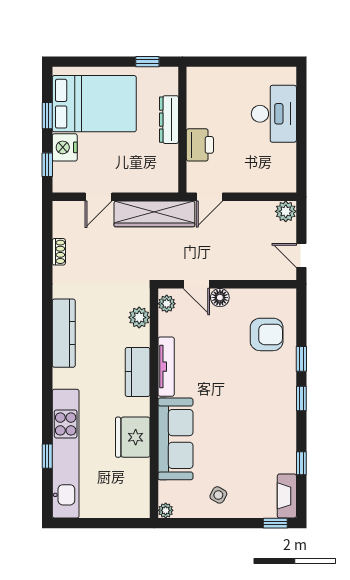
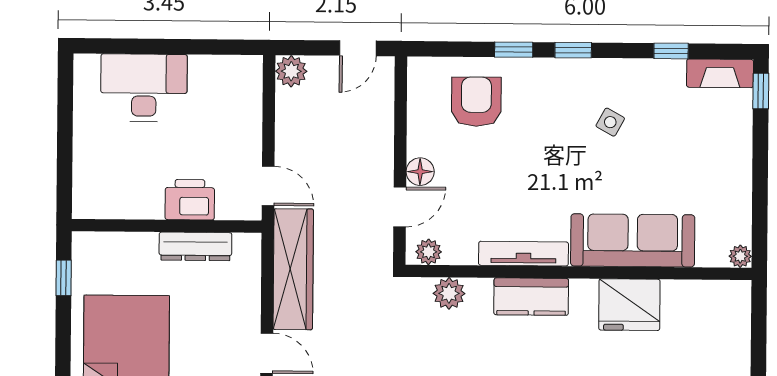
dresser: (169, 120) -> (195, 246), moved
side table: (218, 495) -> (610, 122), moved

